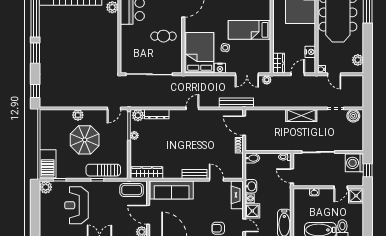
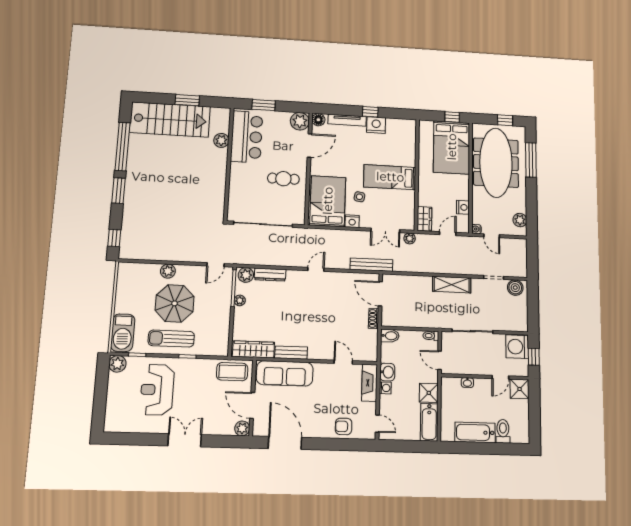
sun lounger: (103, 170) -> (171, 339), moved
bench: (195, 174) -> (291, 353), moved
shower: (252, 211) -> (429, 393), moved

